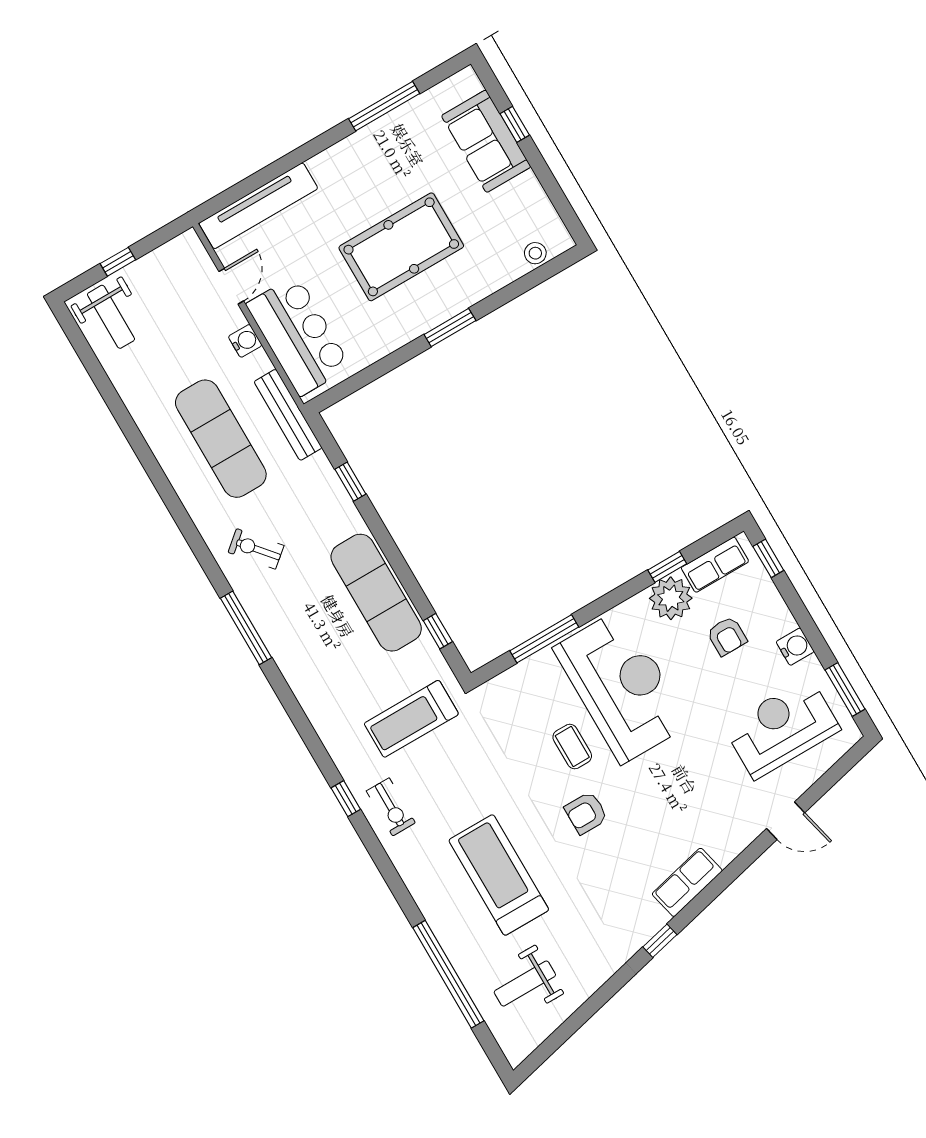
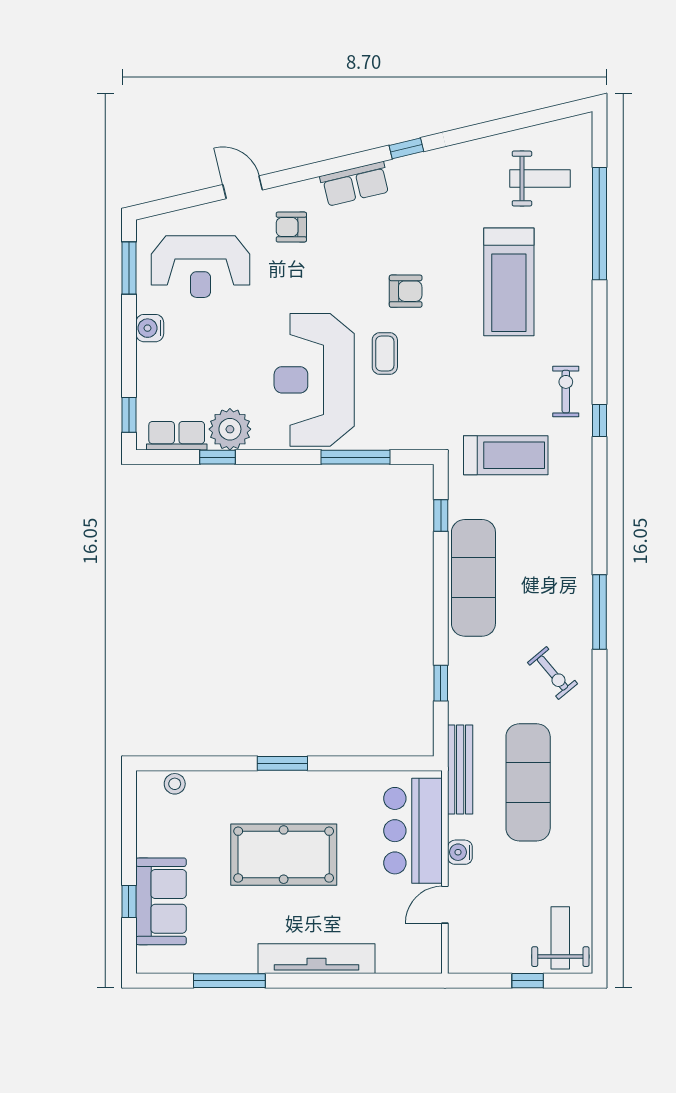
tv unit: (258, 206) -> (317, 959), moved
armchair: (727, 636) -> (291, 227), moved, turned -90

